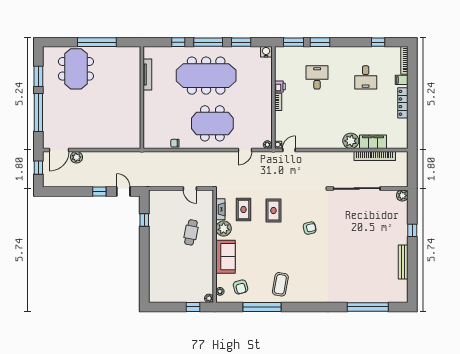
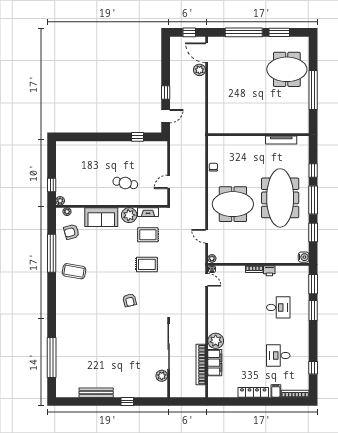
meeting table: (212, 123) -> (233, 204), turned 90
plant: (402, 195) -> (162, 376), moved

